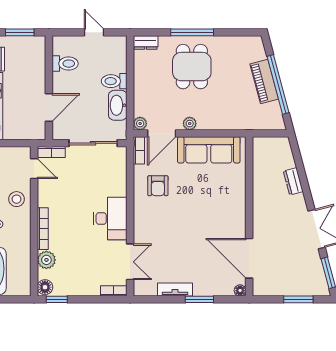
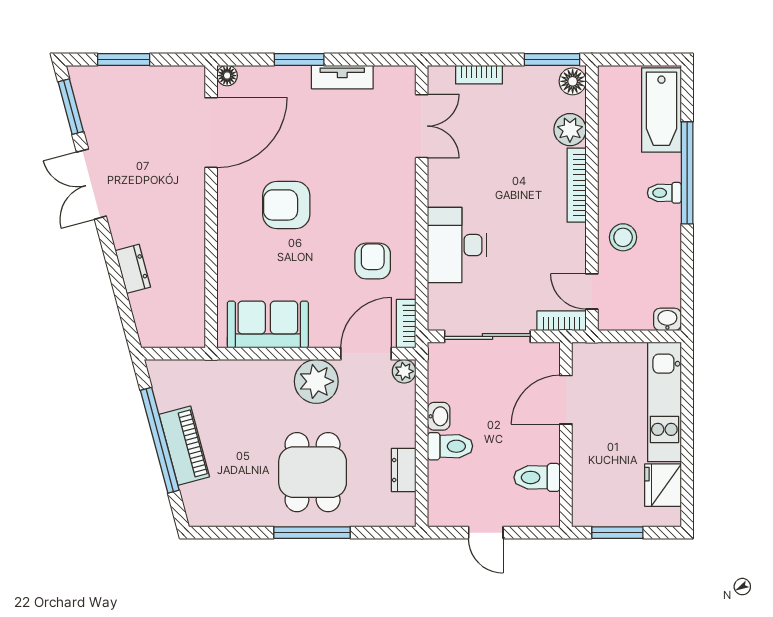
dresser: (146, 43) -> (404, 470), moved, turned -90
washbasin: (118, 105) -> (439, 416), width x0.52, depth x0.69
plant: (190, 124) -> (316, 381), width x1.88, depth x1.88
sofa: (209, 150) -> (268, 325), width x0.73
armchair: (207, 217) -> (286, 205), added
desk: (110, 218) -> (457, 245), moved
door: (249, 258) -> (211, 133), hinge flipped
double door: (130, 262) -> (422, 126), swing flipped
bookcase: (114, 291) -> (479, 75), moved
window: (57, 299) -> (552, 59), width x1.50

